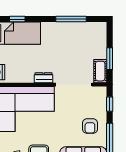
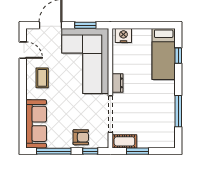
armchair: (90, 126) -> (81, 137), moved, turned 180

